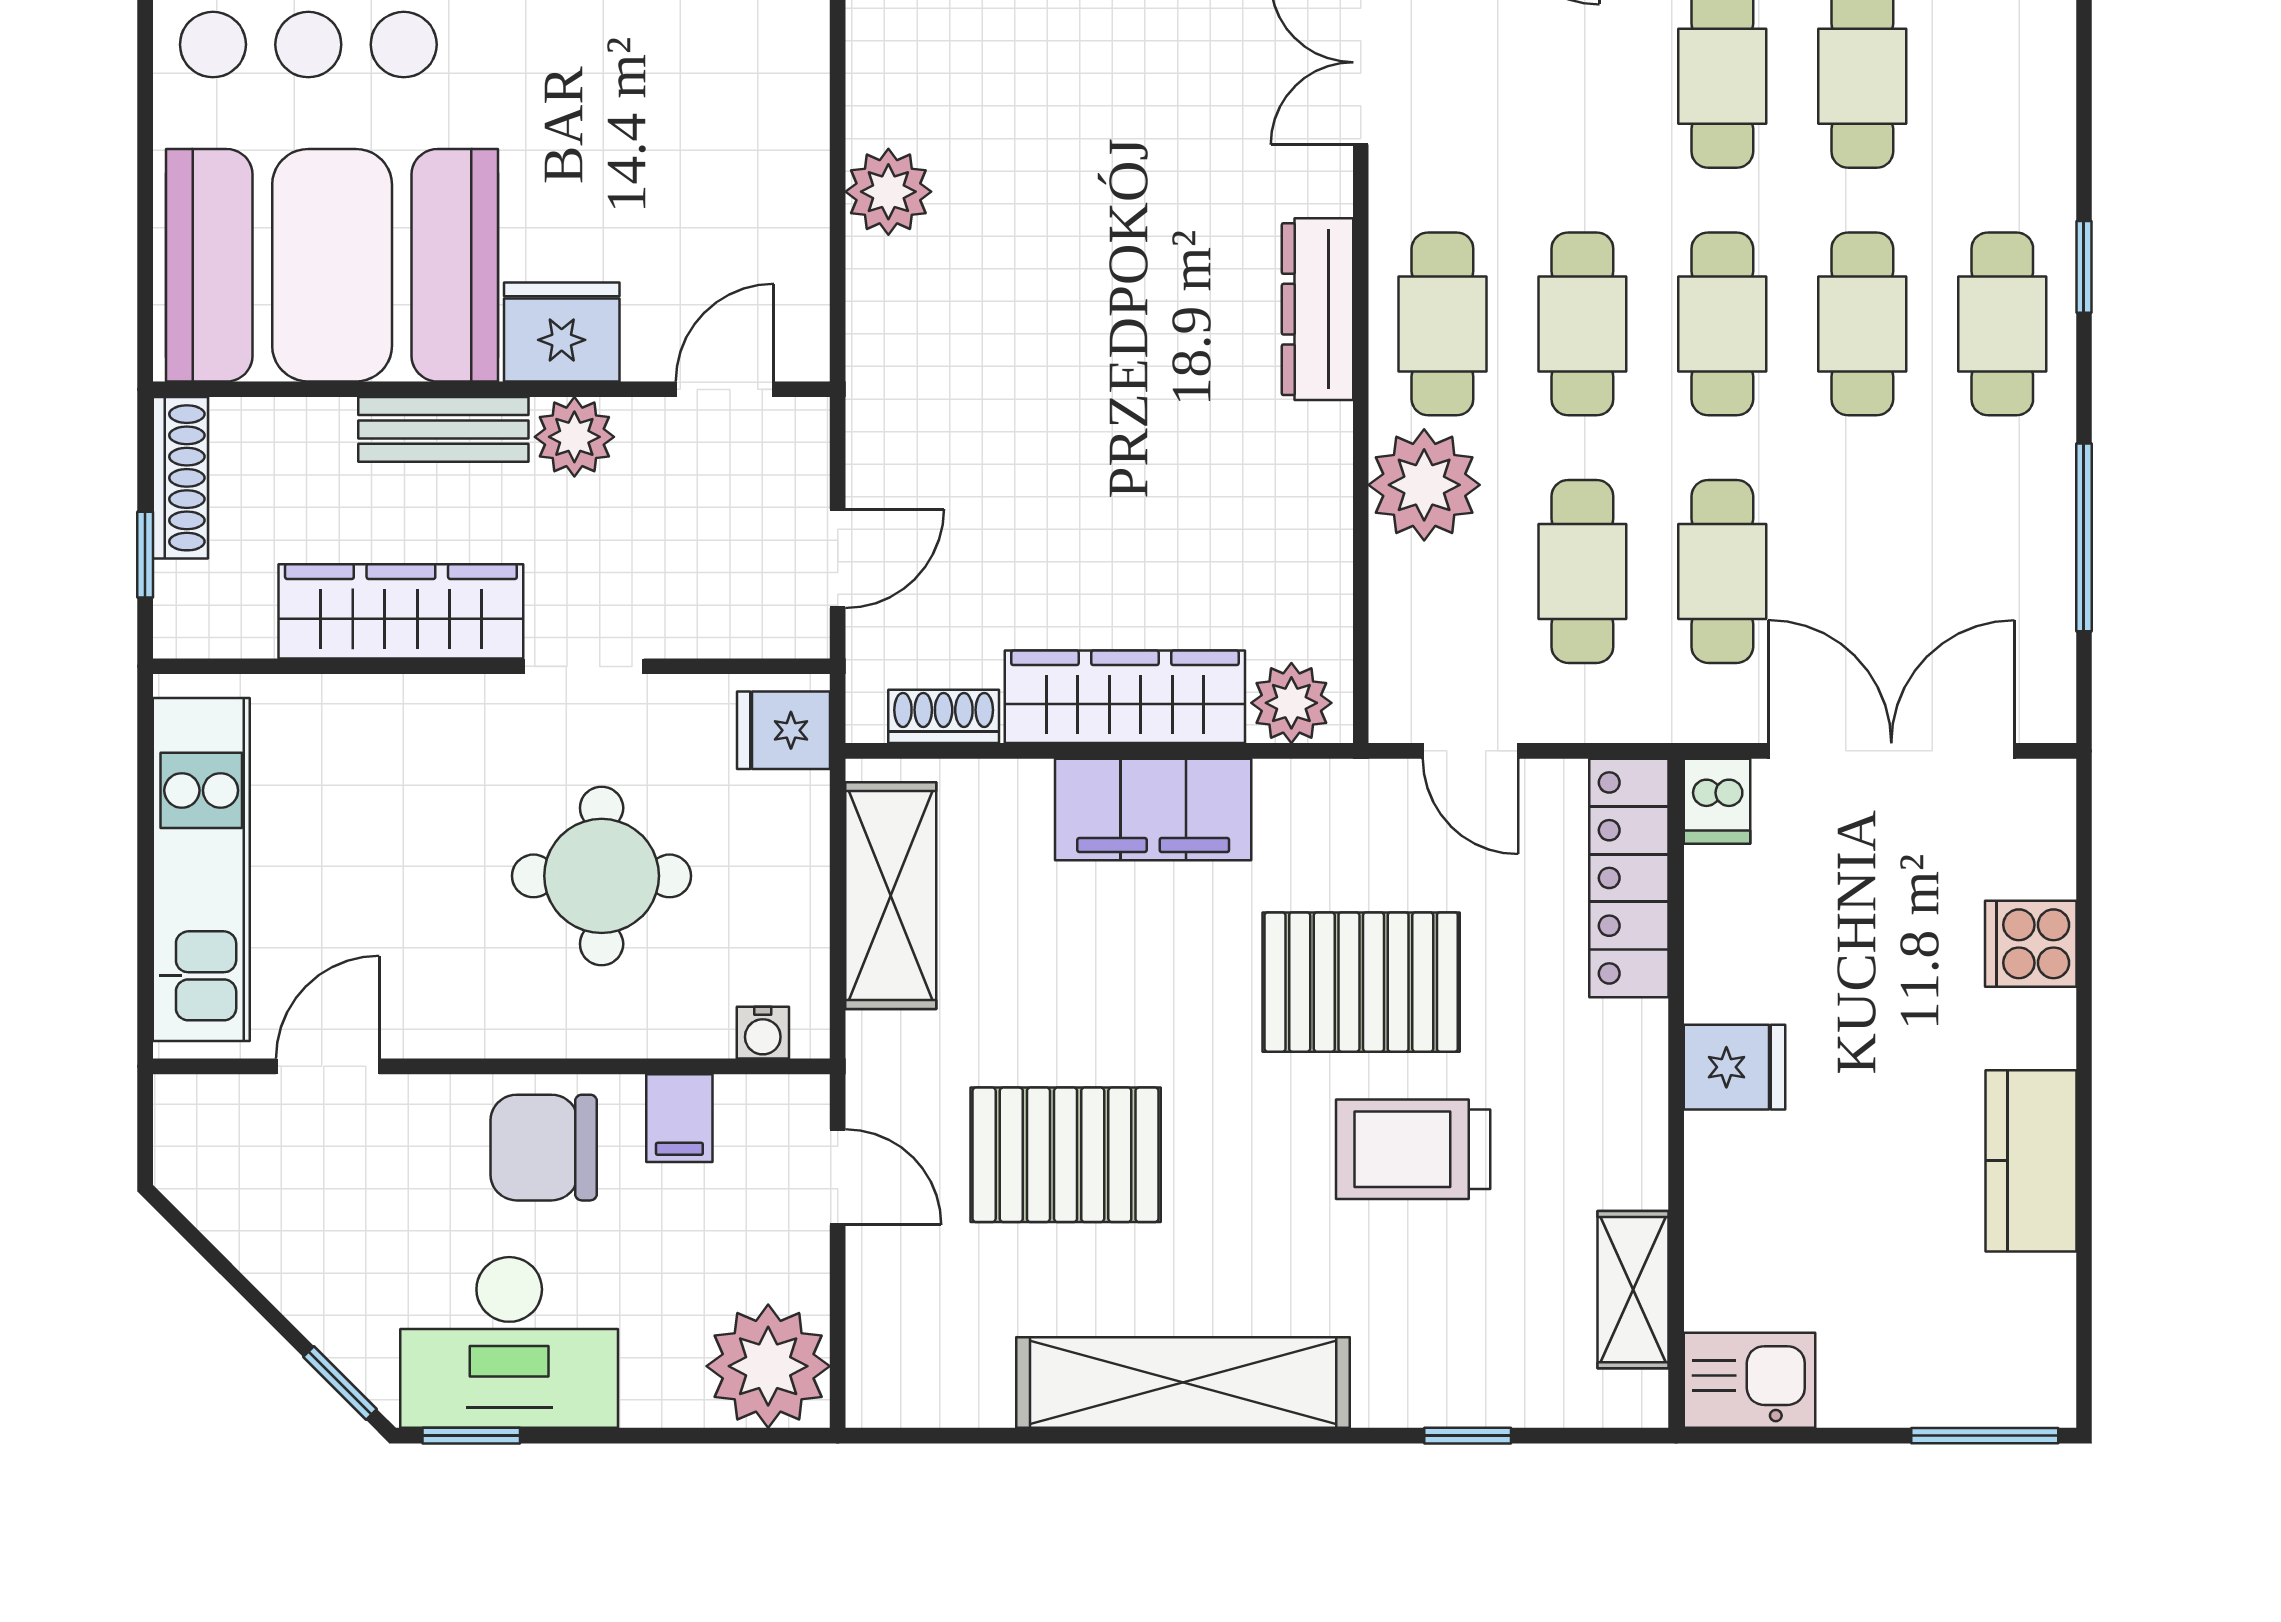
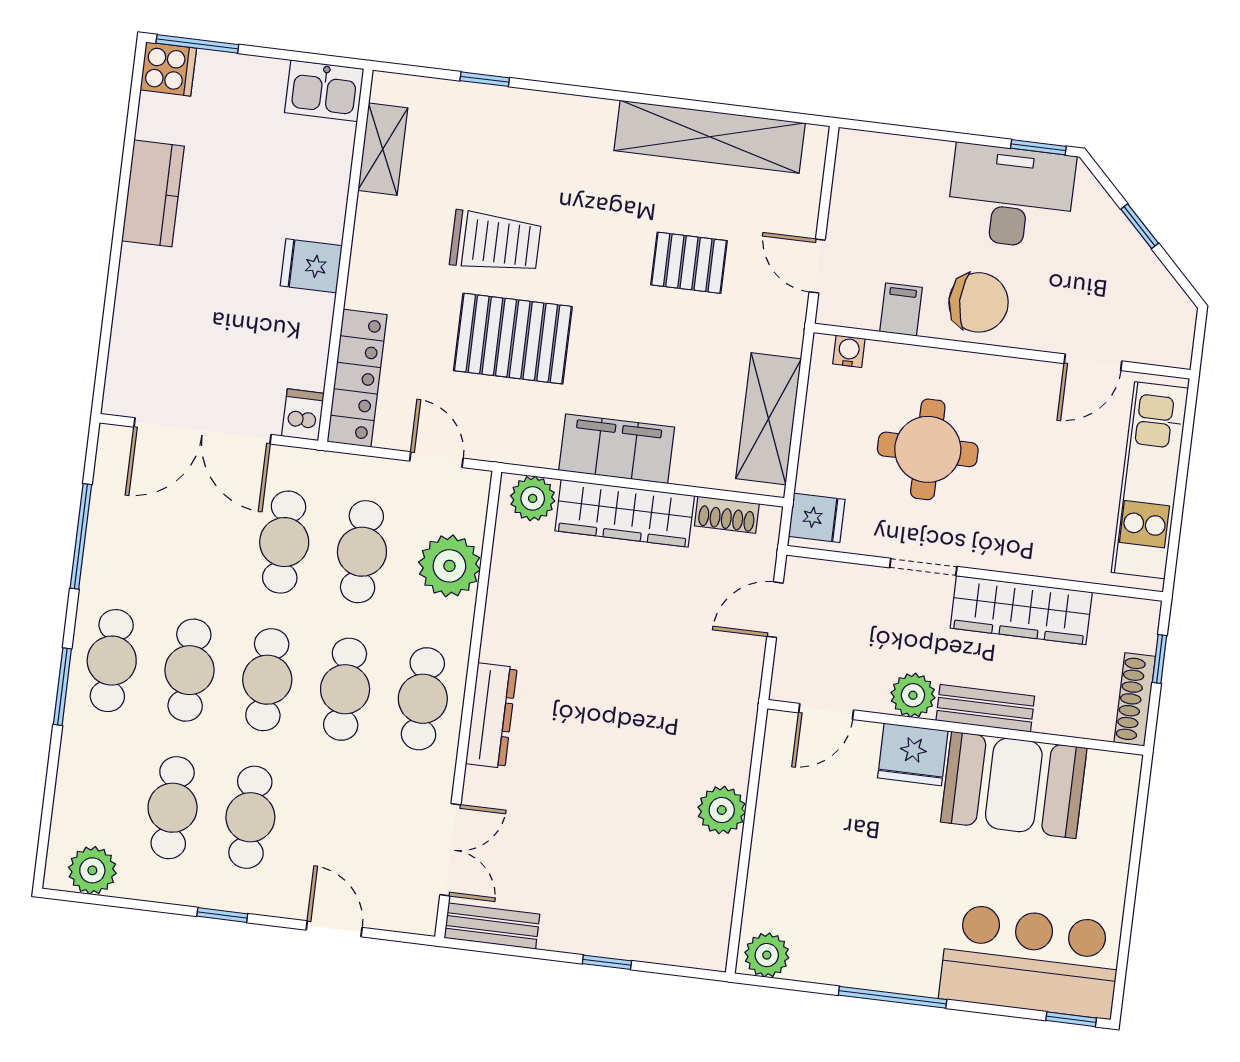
booth: (332, 265) -> (1014, 785), width x0.73, depth x0.70
window: (2084, 267) -> (62, 687), width x1.50
plant: (1424, 485) -> (449, 566), moved
cooker: (2031, 944) -> (168, 69), moved
pallet: (1066, 1155) -> (689, 263), width x0.67, depth x0.71
plant: (768, 1366) -> (869, 166), removed
window: (340, 1383) -> (1140, 226), moved
shelving: (1183, 1383) -> (710, 137), moved

